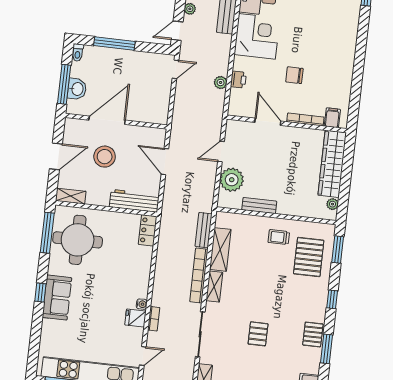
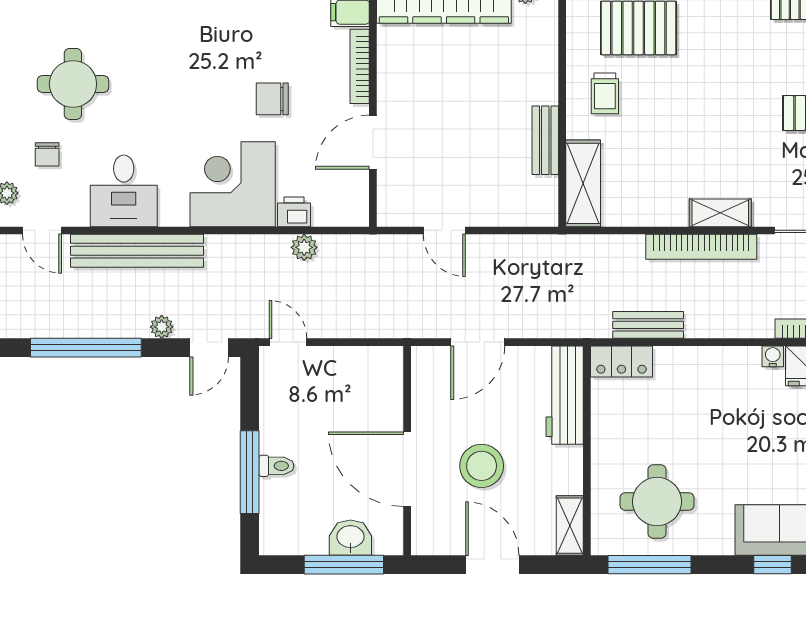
door: (177, 31) -> (209, 348), hinge flipped
corner desk: (257, 36) -> (233, 184), moved
toilet: (78, 52) -> (276, 466), moved
chair: (294, 75) -> (272, 99), turned 90
plant: (232, 180) -> (499, 202), removed
bench: (204, 230) -> (648, 325), moved
round table: (78, 240) -> (657, 502), width x0.73, depth x0.73
shelving: (220, 249) -> (583, 183), moved, turned 90

